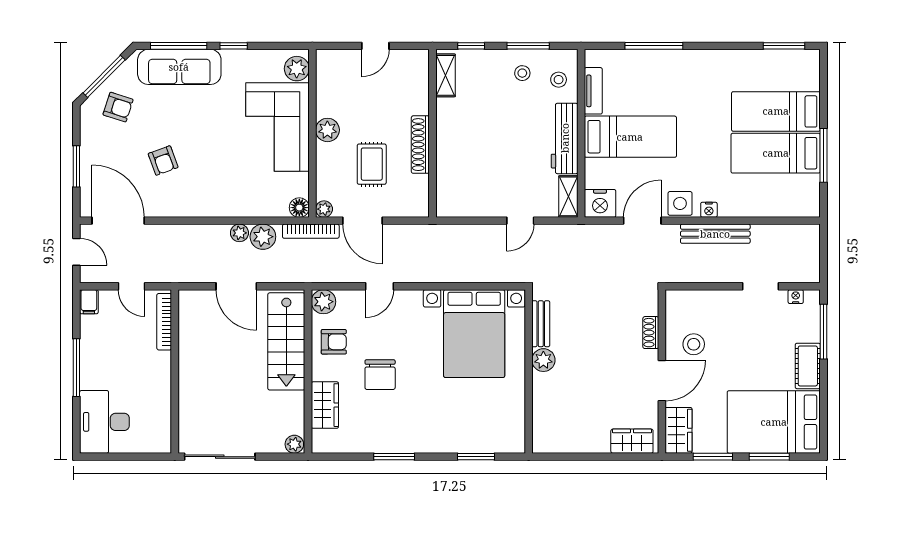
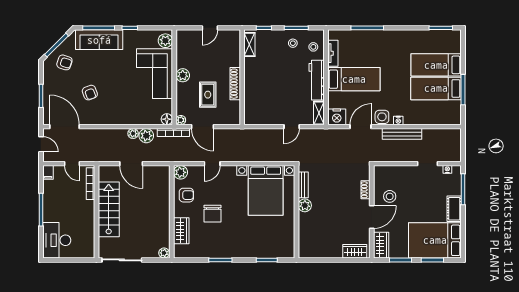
stairs: (286, 341) -> (109, 209), moved, turned 180

